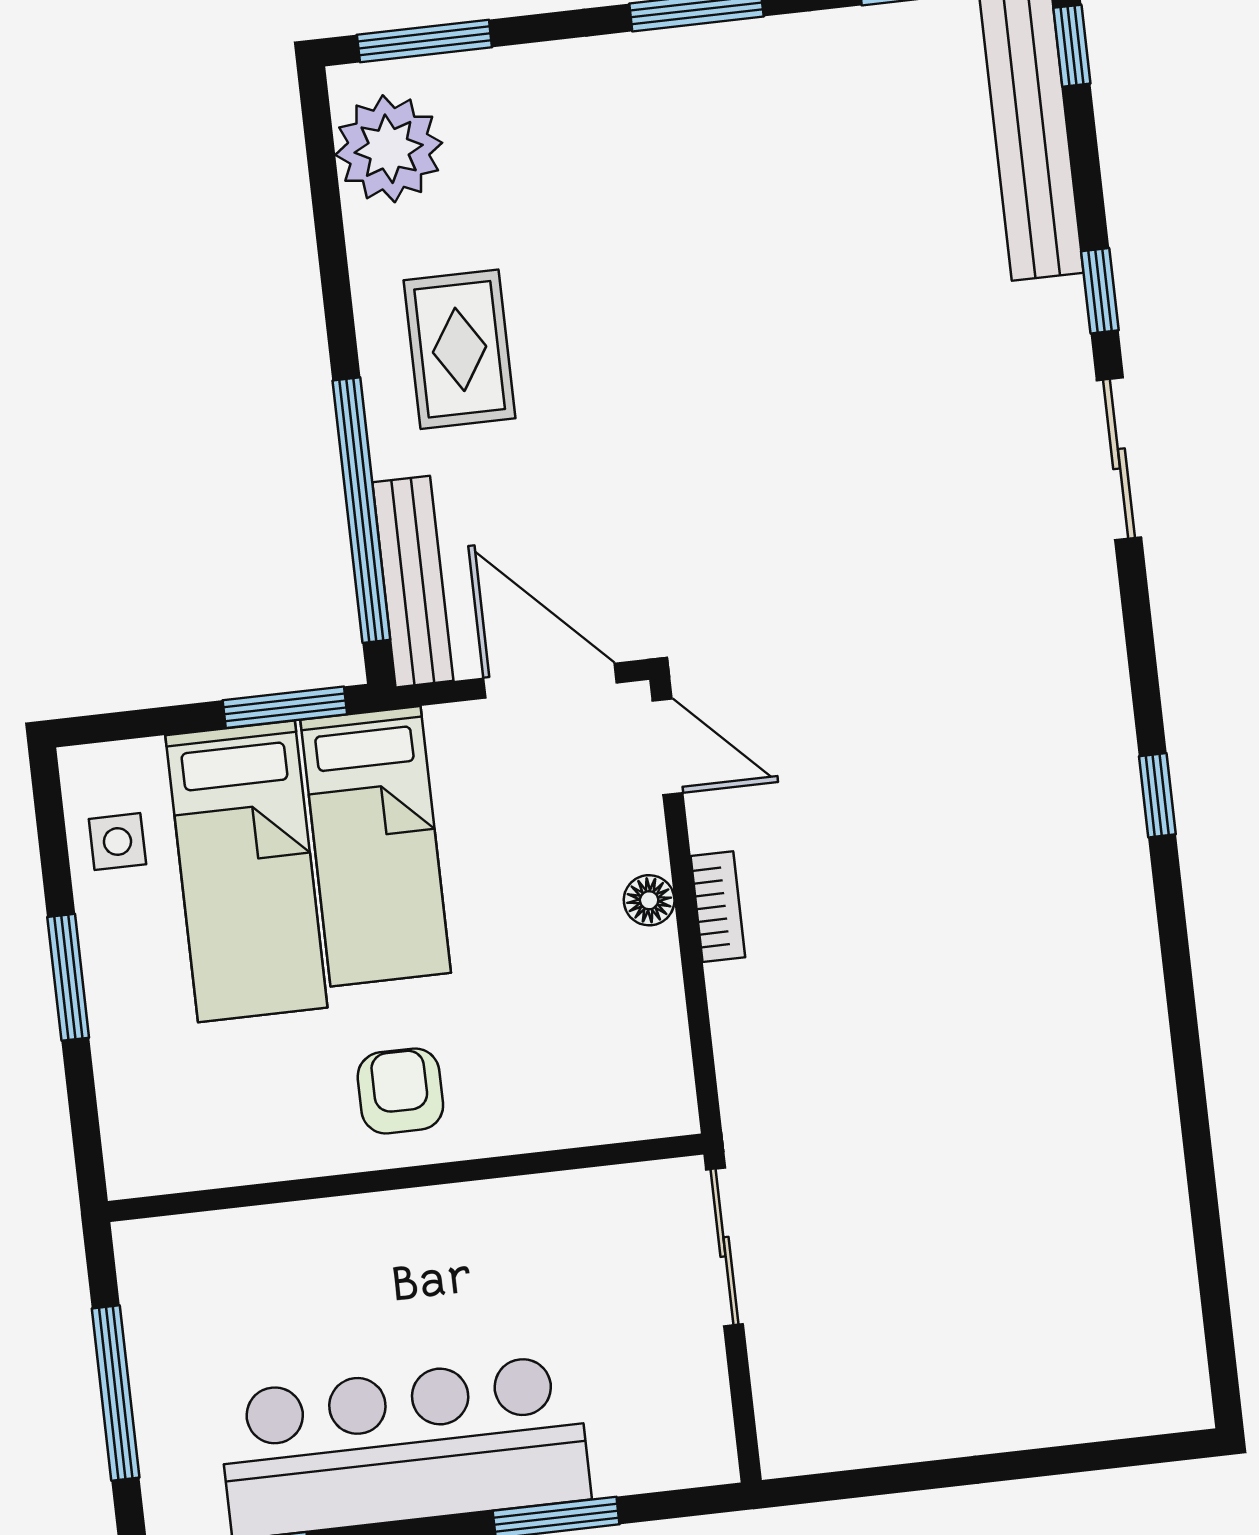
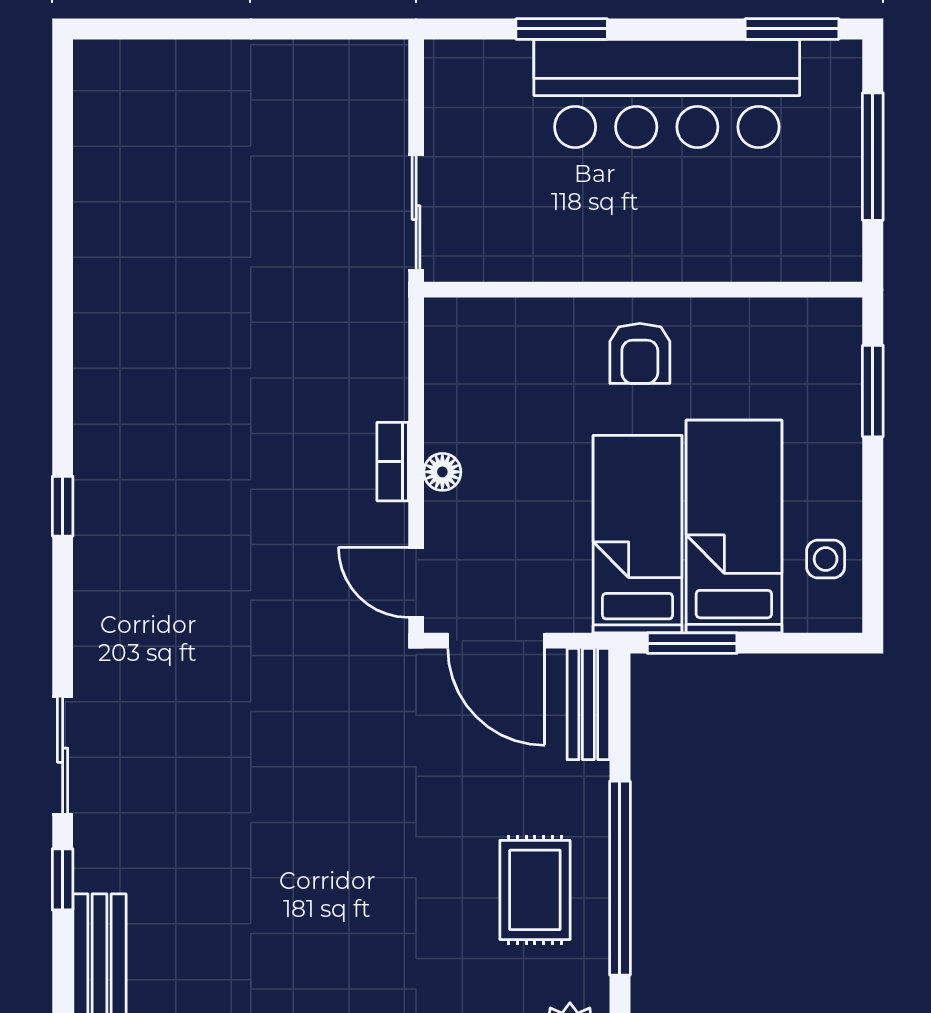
window: (361, 510) -> (620, 878), moved
bench: (413, 582) -> (588, 704), width x0.73
window: (68, 977) -> (873, 391), moved

